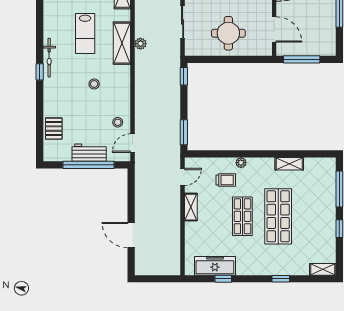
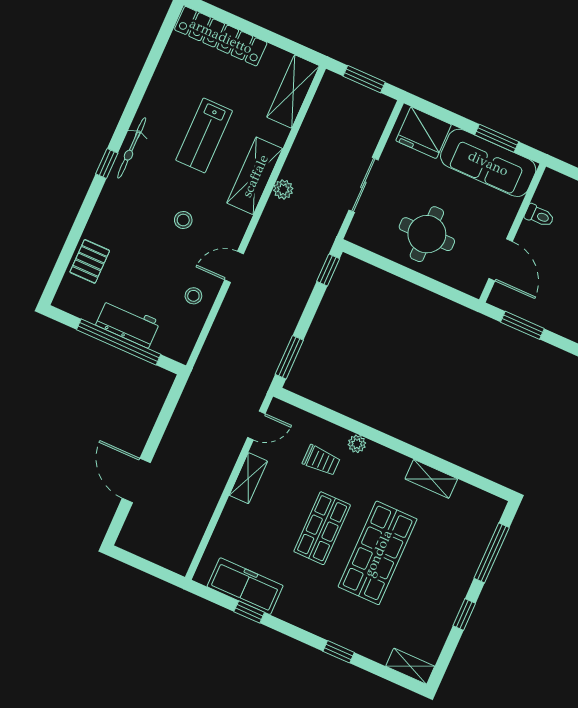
window: (302, 59) -> (522, 325), width x0.69
door: (133, 143) -> (234, 267), moved

